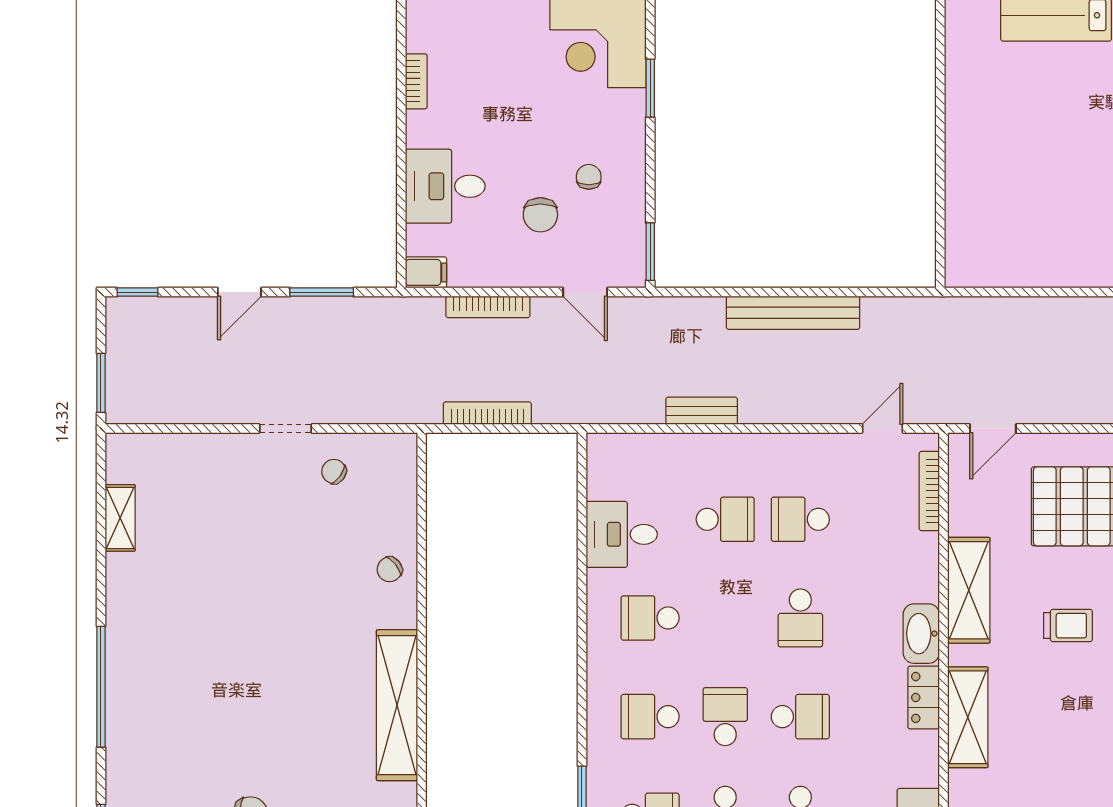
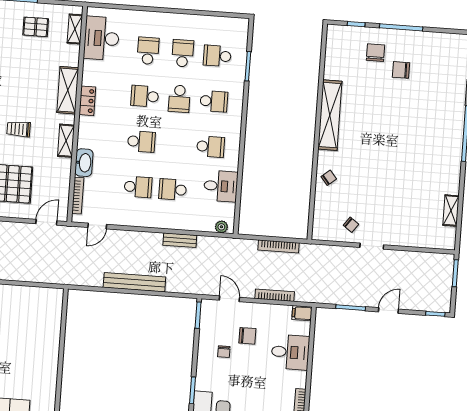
chair: (540, 215) -> (247, 336), turned 90
plant: (614, 446) -> (221, 227), added
shelving: (969, 590) -> (66, 141), width x0.67, depth x0.75
school desk: (800, 618) -> (141, 142), turned 90
washbasin: (921, 634) -> (84, 163), moved

